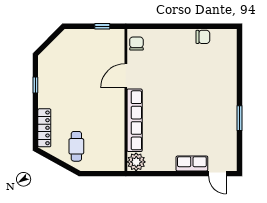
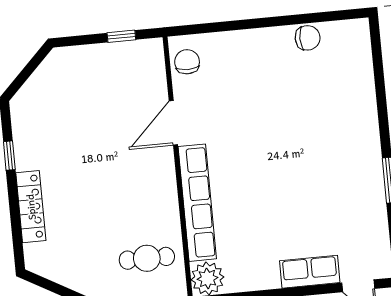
locker: (44, 128) -> (31, 207), moved
cafe table: (76, 146) -> (147, 258), moved, turned 90

